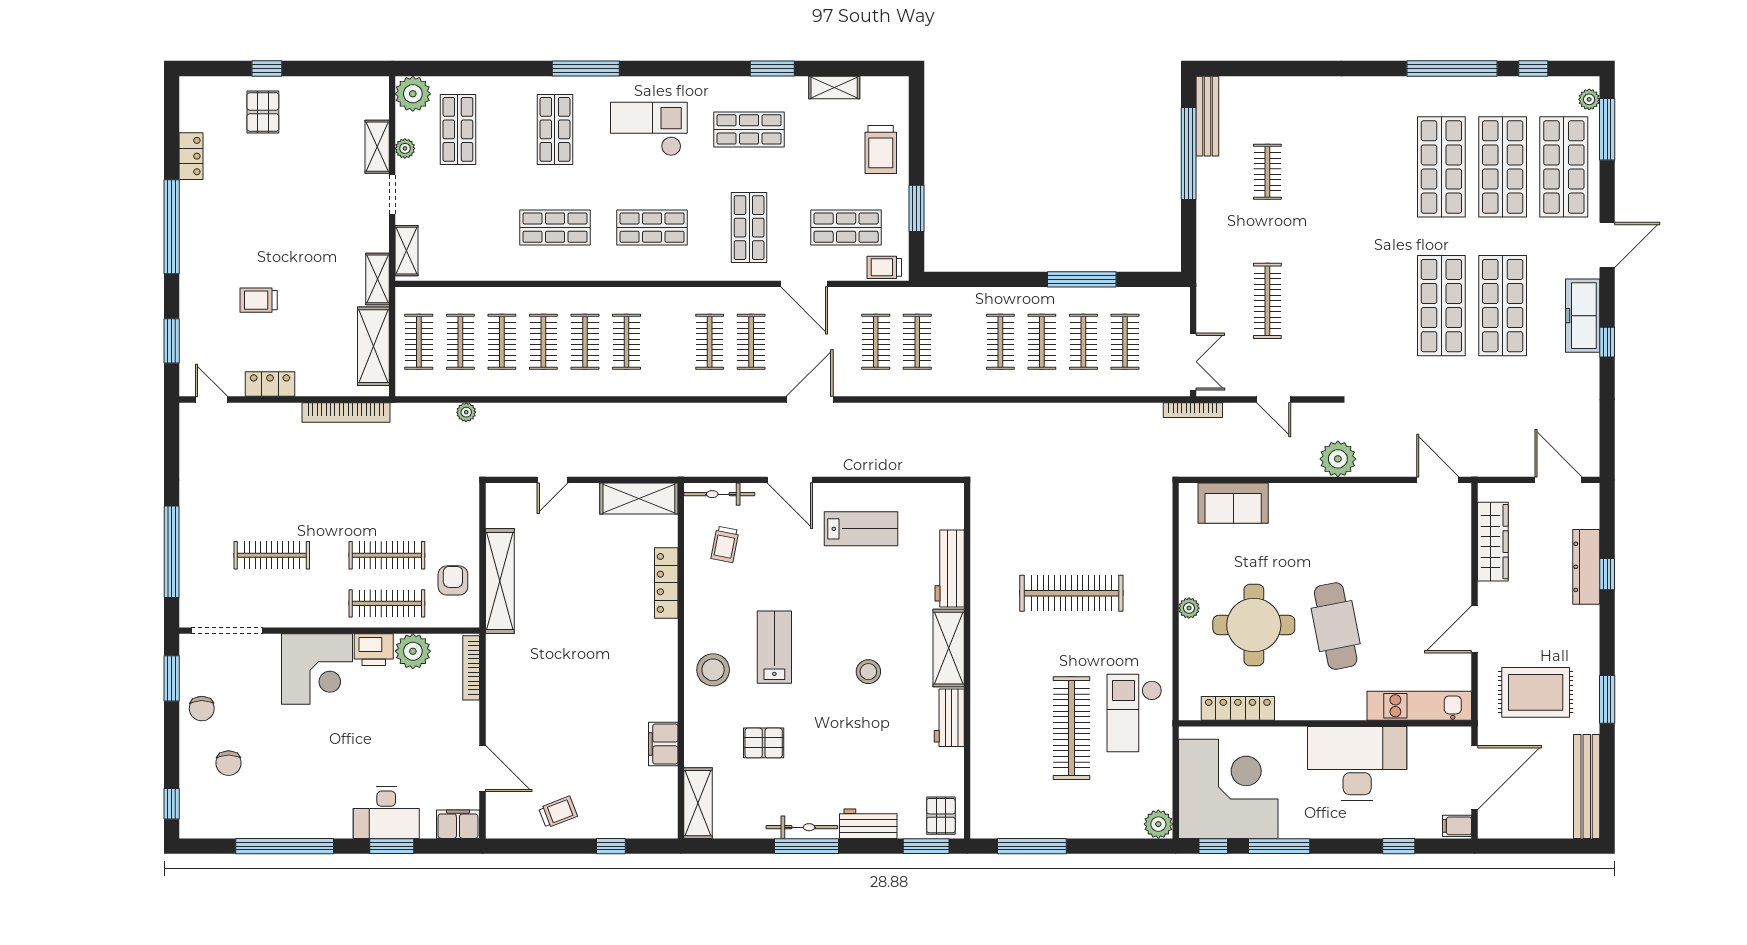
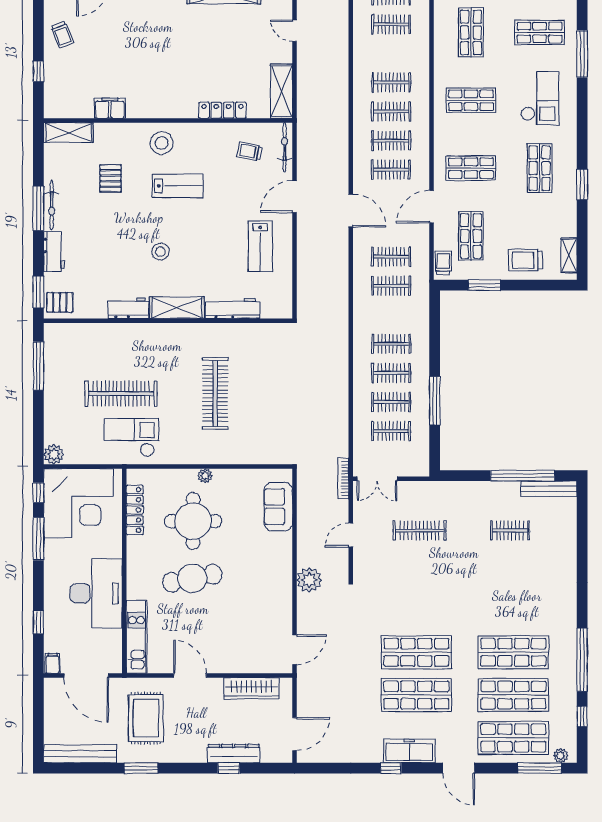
shelving: (834, 87) -> (569, 255), moved
shop shelf: (652, 228) -> (471, 100), turned 90
clothes rail: (585, 342) -> (391, 112), moved

